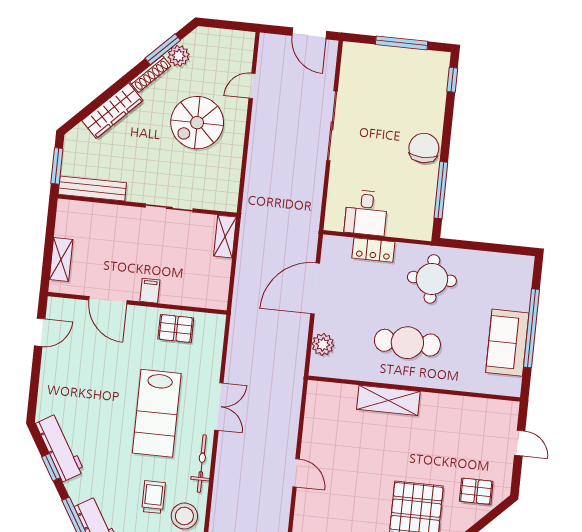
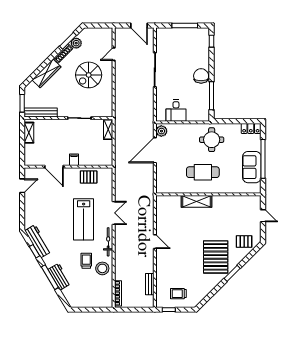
locker: (373, 250) -> (251, 128), moved
shelving: (61, 259) -> (29, 133), moved
plant: (323, 344) -> (161, 131), moved

